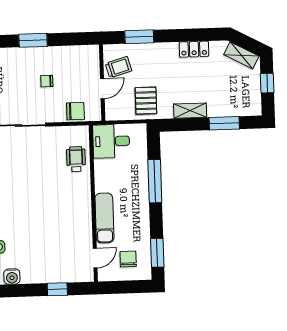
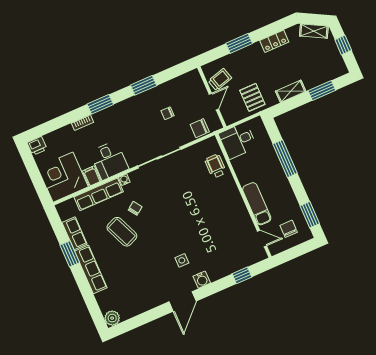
window: (139, 37) -> (239, 43), moved
chair: (75, 111) -> (200, 128), turned 180
door: (95, 258) -> (262, 239), hinge flipped

